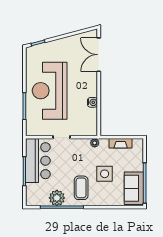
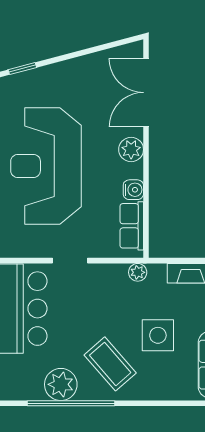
plant: (91, 83) -> (131, 150), added
row of seats: (92, 120) -> (132, 226), added
coffee table: (81, 188) -> (110, 364), turned -41

